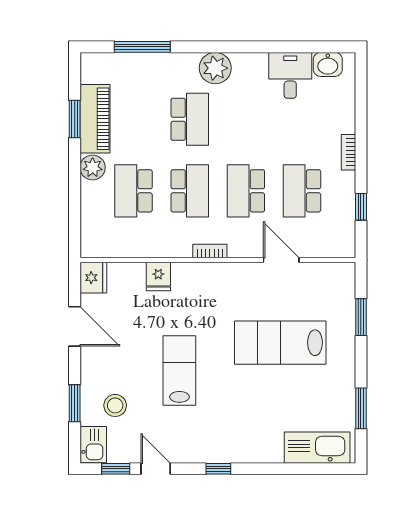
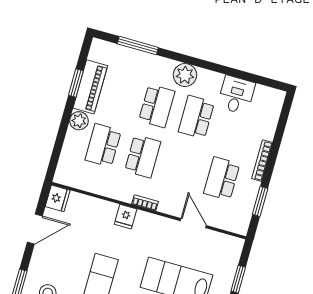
washbasin: (328, 64) -> (265, 95), removed
bookcase: (348, 152) -> (262, 161), width x1.56
school desk: (246, 191) -> (196, 117), moved
window: (361, 207) -> (260, 201), width x1.50
fridge: (158, 276) -> (126, 217), moved
door: (75, 326) -> (35, 229), hinge flipped

